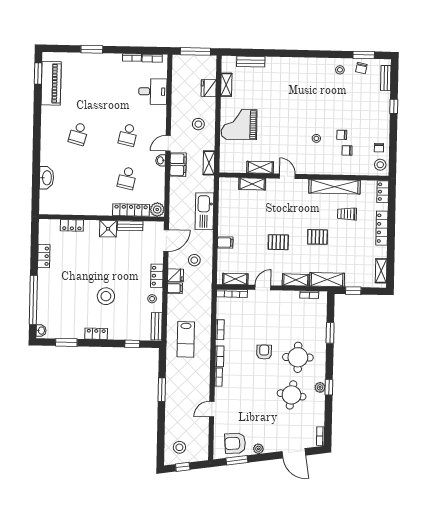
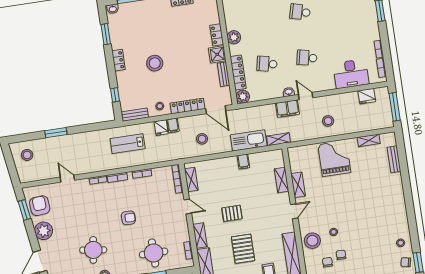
fridge: (209, 88) -> (367, 96), moved, turned 180
desk: (153, 91) -> (351, 74), width x1.37
stool: (322, 162) -> (312, 241), added
shelving: (209, 163) -> (278, 139), moved
plant: (93, 208) -> (234, 37), added
locker: (72, 225) -> (217, 35), moved
pallet: (317, 237) -> (243, 249), width x1.50, depth x1.42
pallet: (278, 242) -> (232, 213), turned 90
filing cabinet: (225, 243) -> (243, 161), moved
fridge: (176, 275) -> (161, 128), moved
locker: (157, 276) -> (187, 106), width x1.53
round table: (298, 357) -> (154, 253), moved
window: (162, 390) -> (56, 133), moved
plant: (258, 449) -> (44, 231), width x1.88, depth x1.88
window: (183, 467) -> (10, 161), removed

